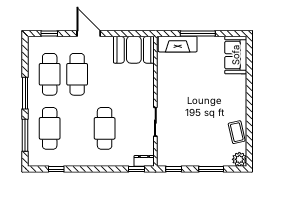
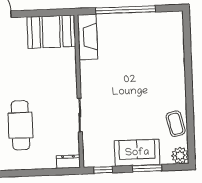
window: (198, 34) -> (125, 10), width x1.46
fireplace: (178, 44) -> (88, 37), moved, turned -90
sofa: (236, 55) -> (137, 153), moved, turned 90
window: (136, 169) -> (60, 172), removed

